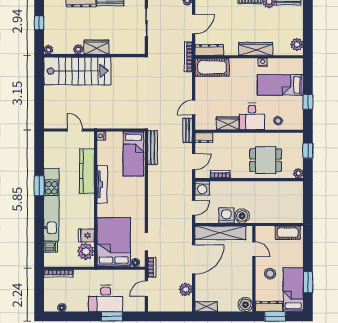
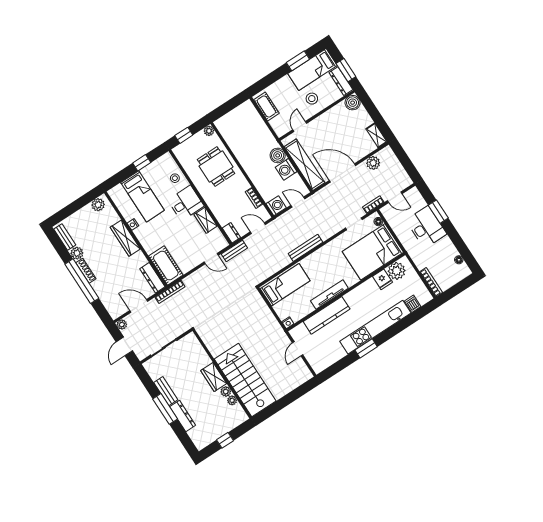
plant: (48, 50) -> (232, 400), moved
bench: (153, 148) -> (306, 248), moved

